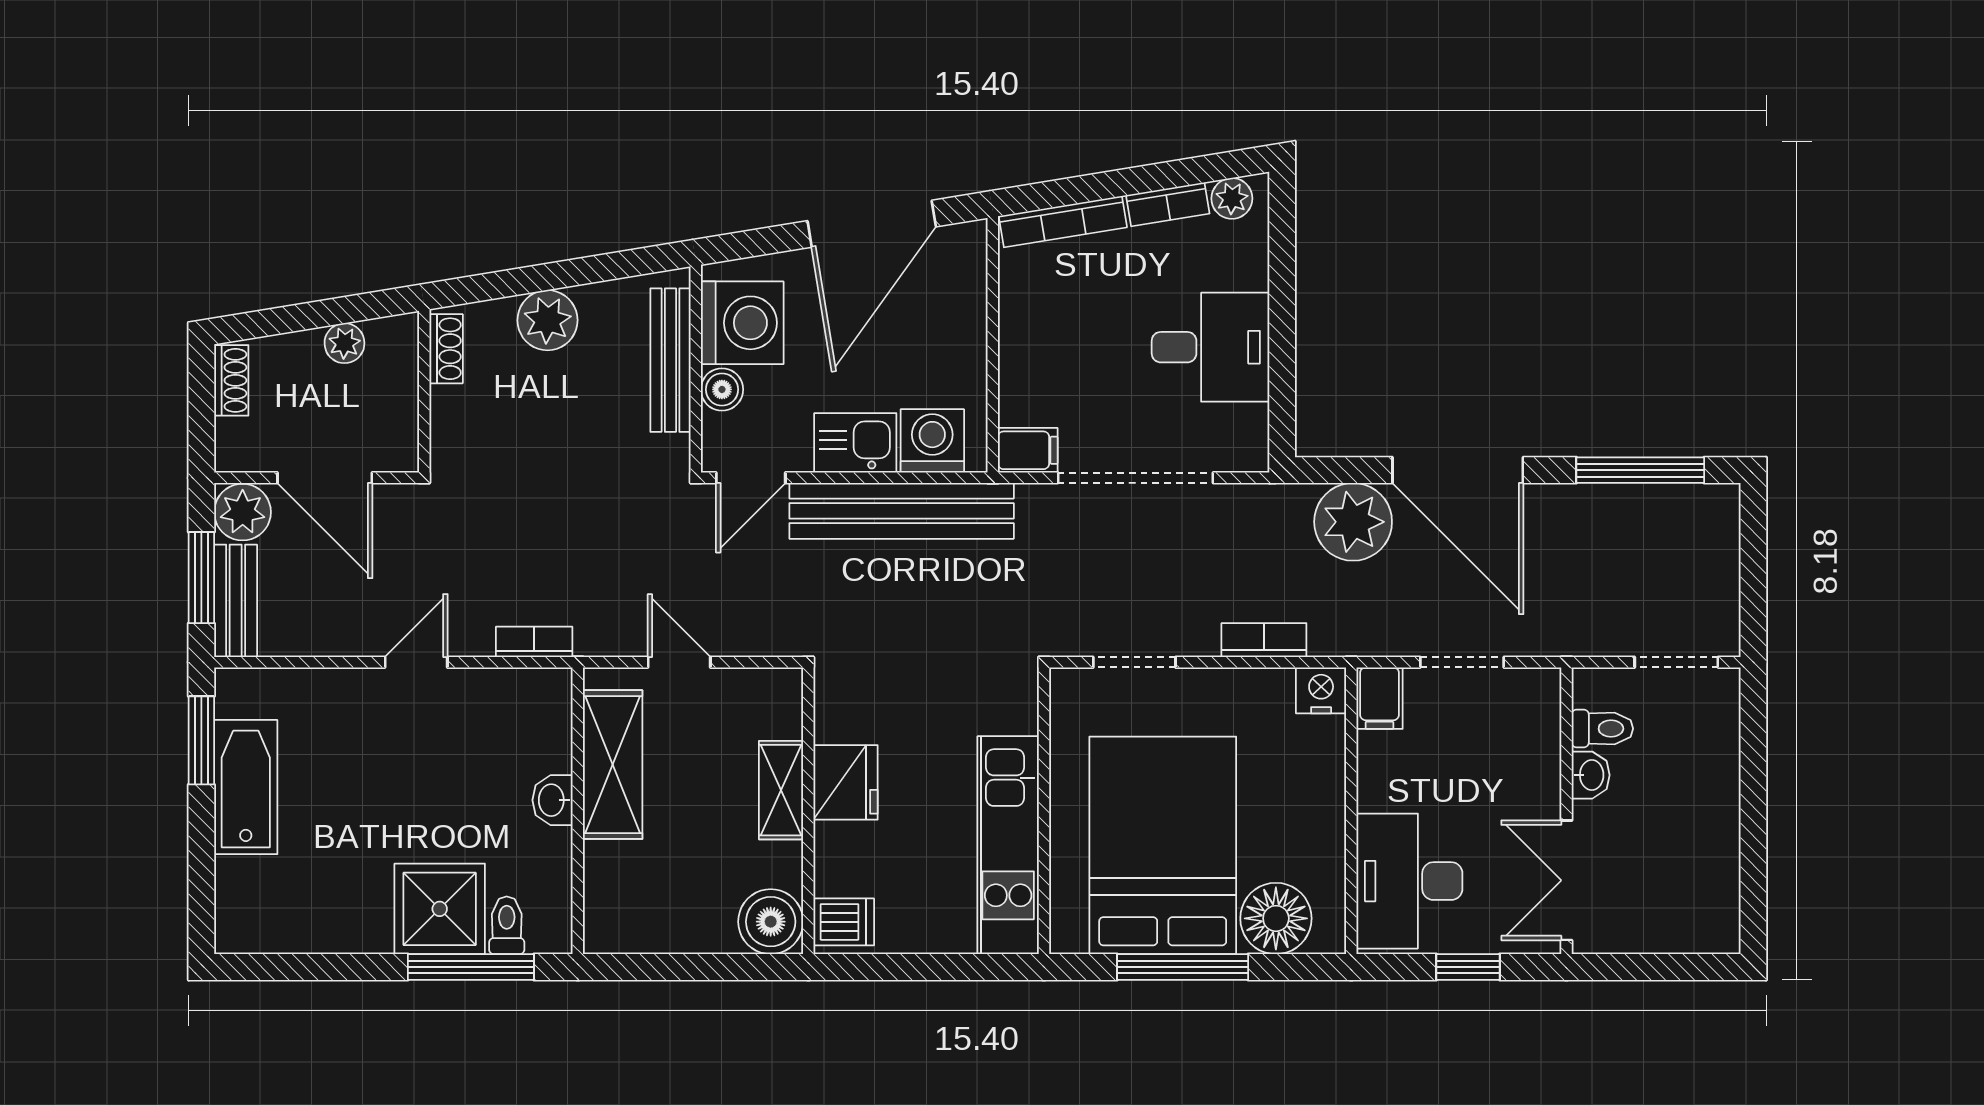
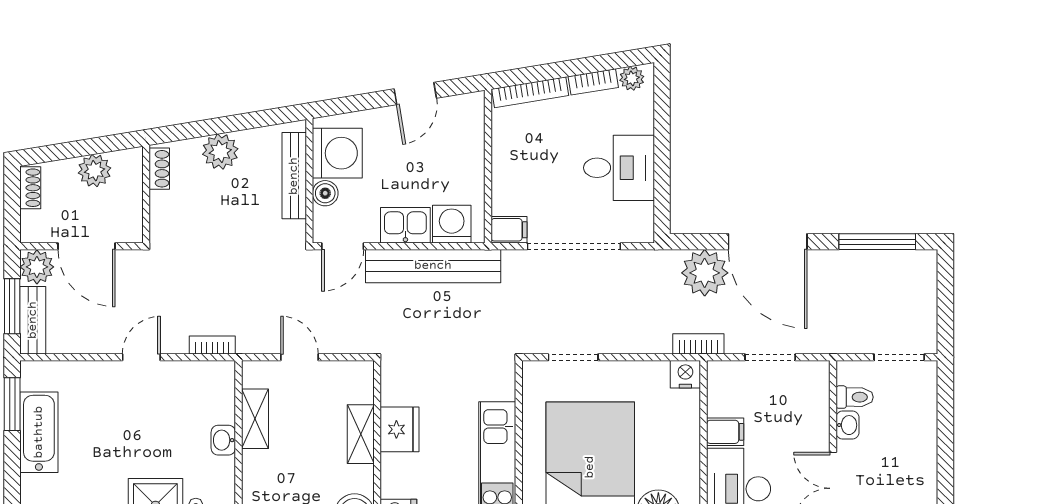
door: (872, 224) -> (415, 94), width x0.53
plant: (344, 343) -> (95, 171), width x1.38, depth x1.38
bookcase: (1264, 640) -> (698, 344), moved
filing cabinet: (1380, 698) -> (725, 432), moved, turned -90
shelving: (613, 765) -> (255, 419), width x0.67, depth x0.75

